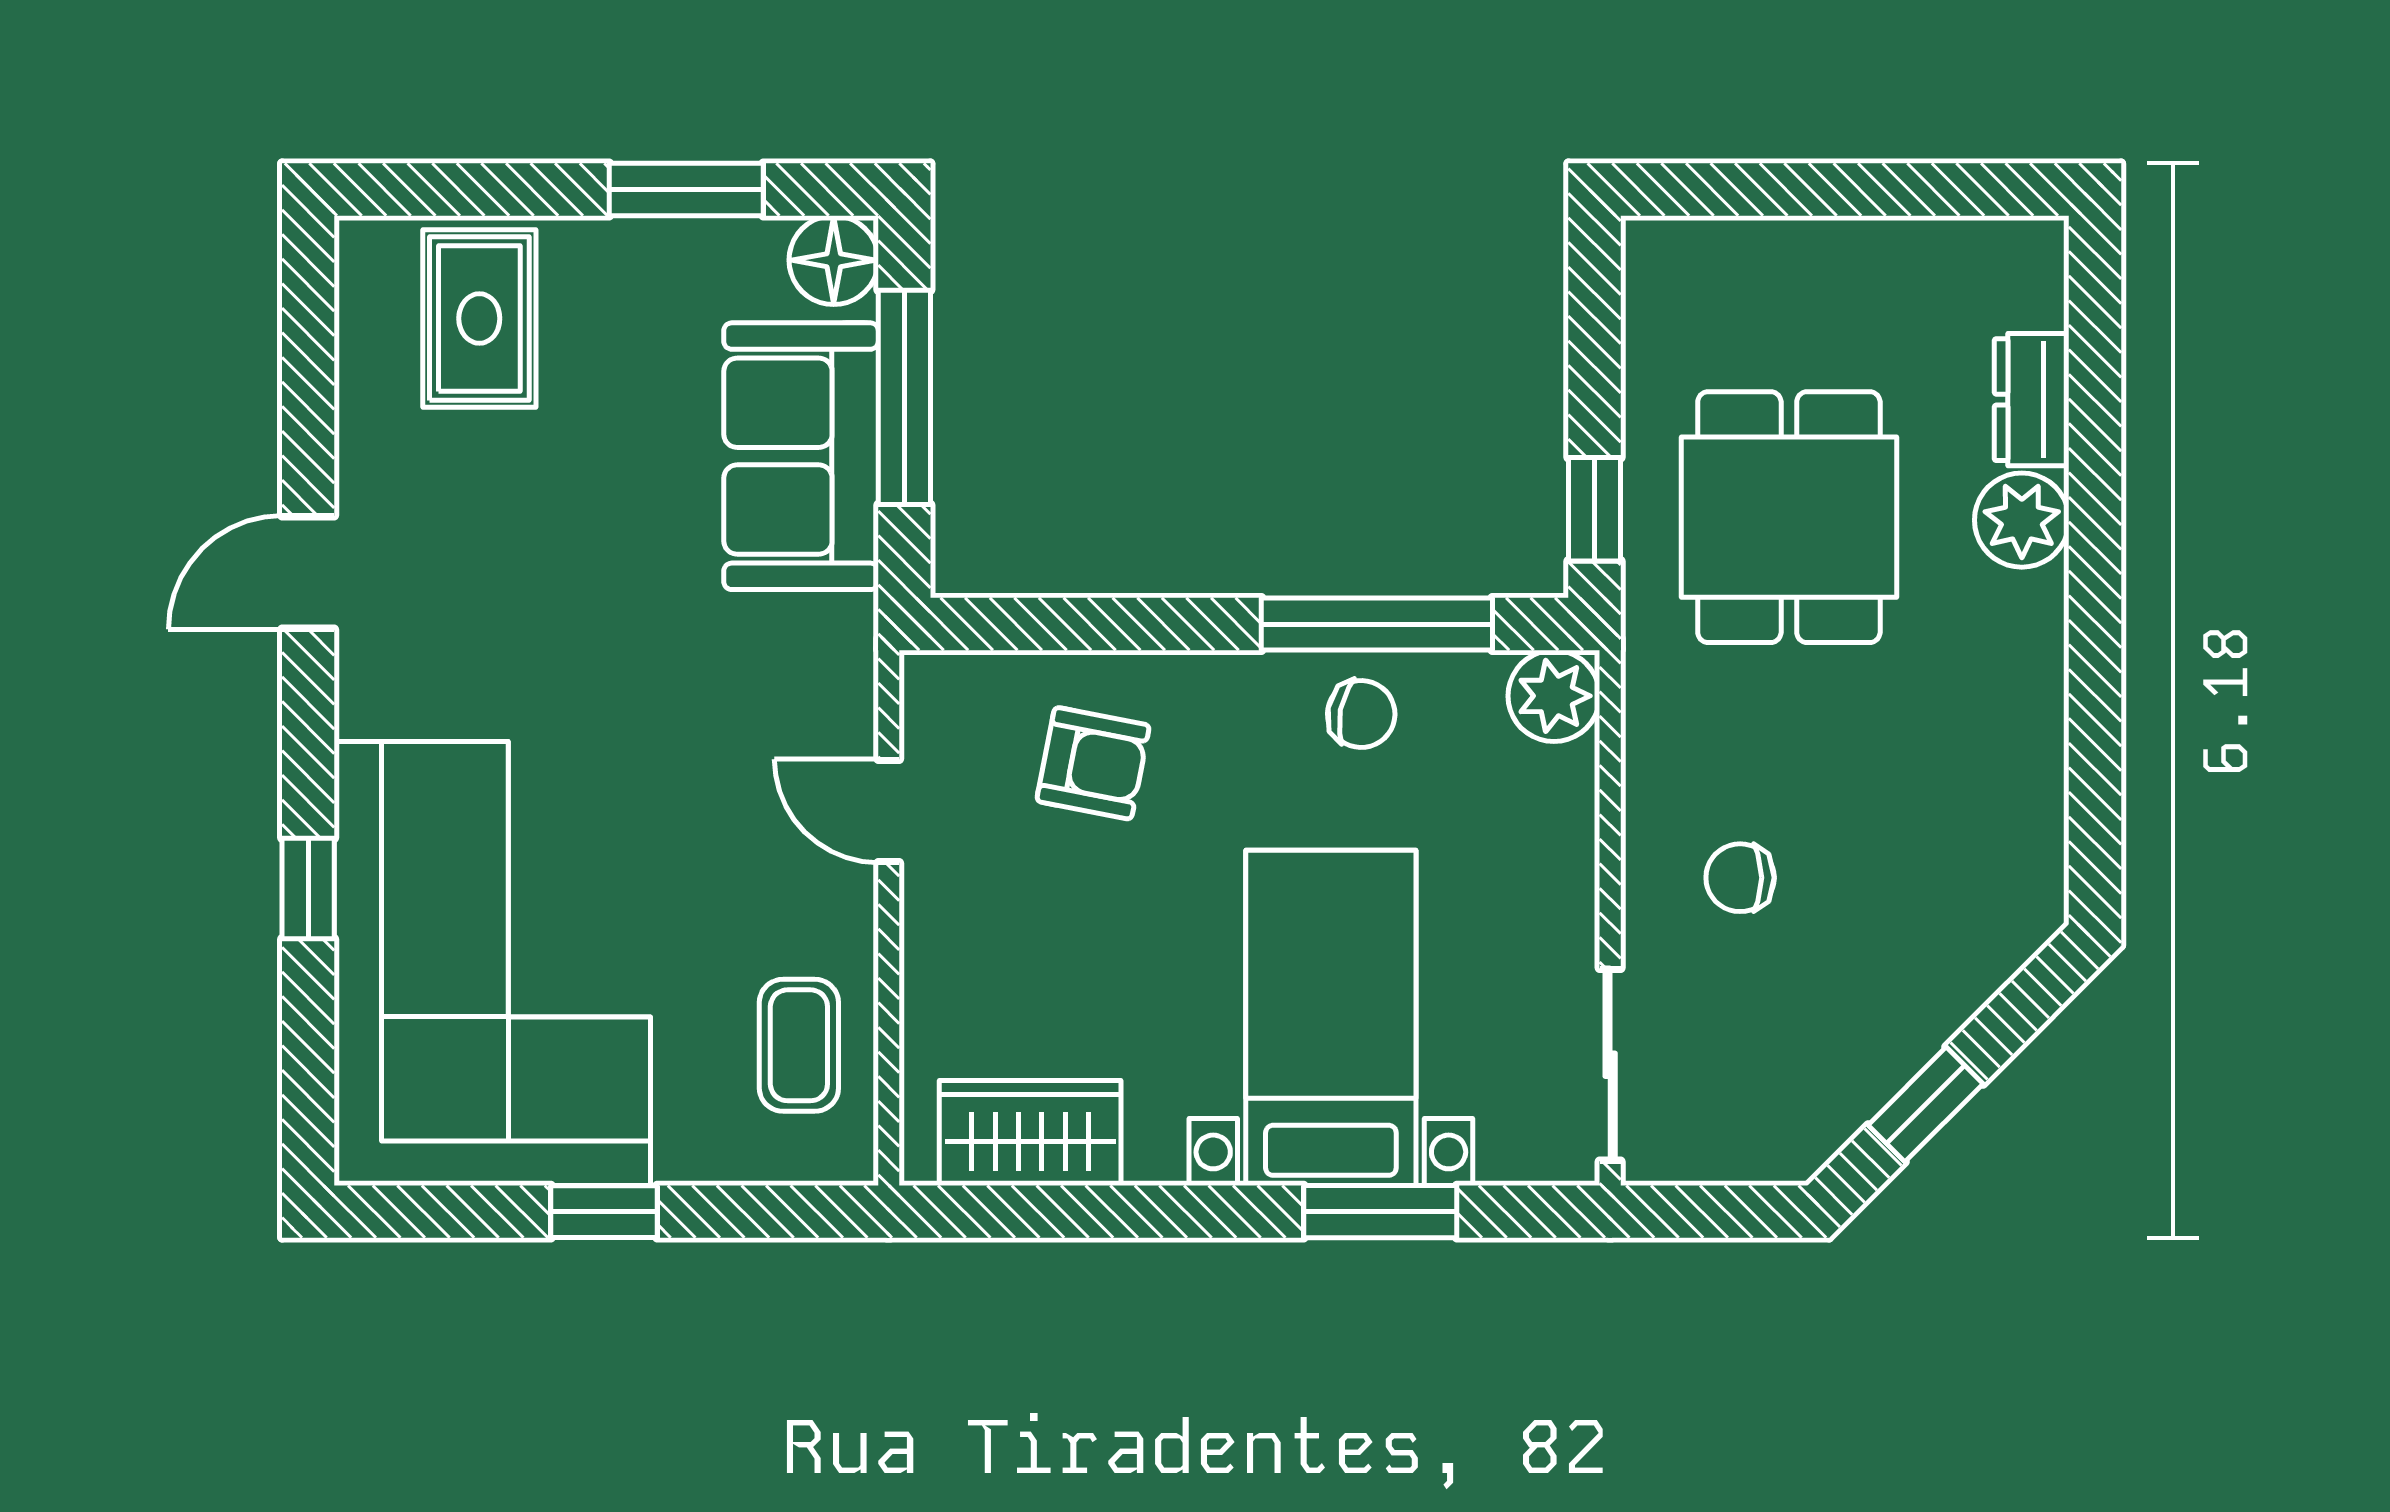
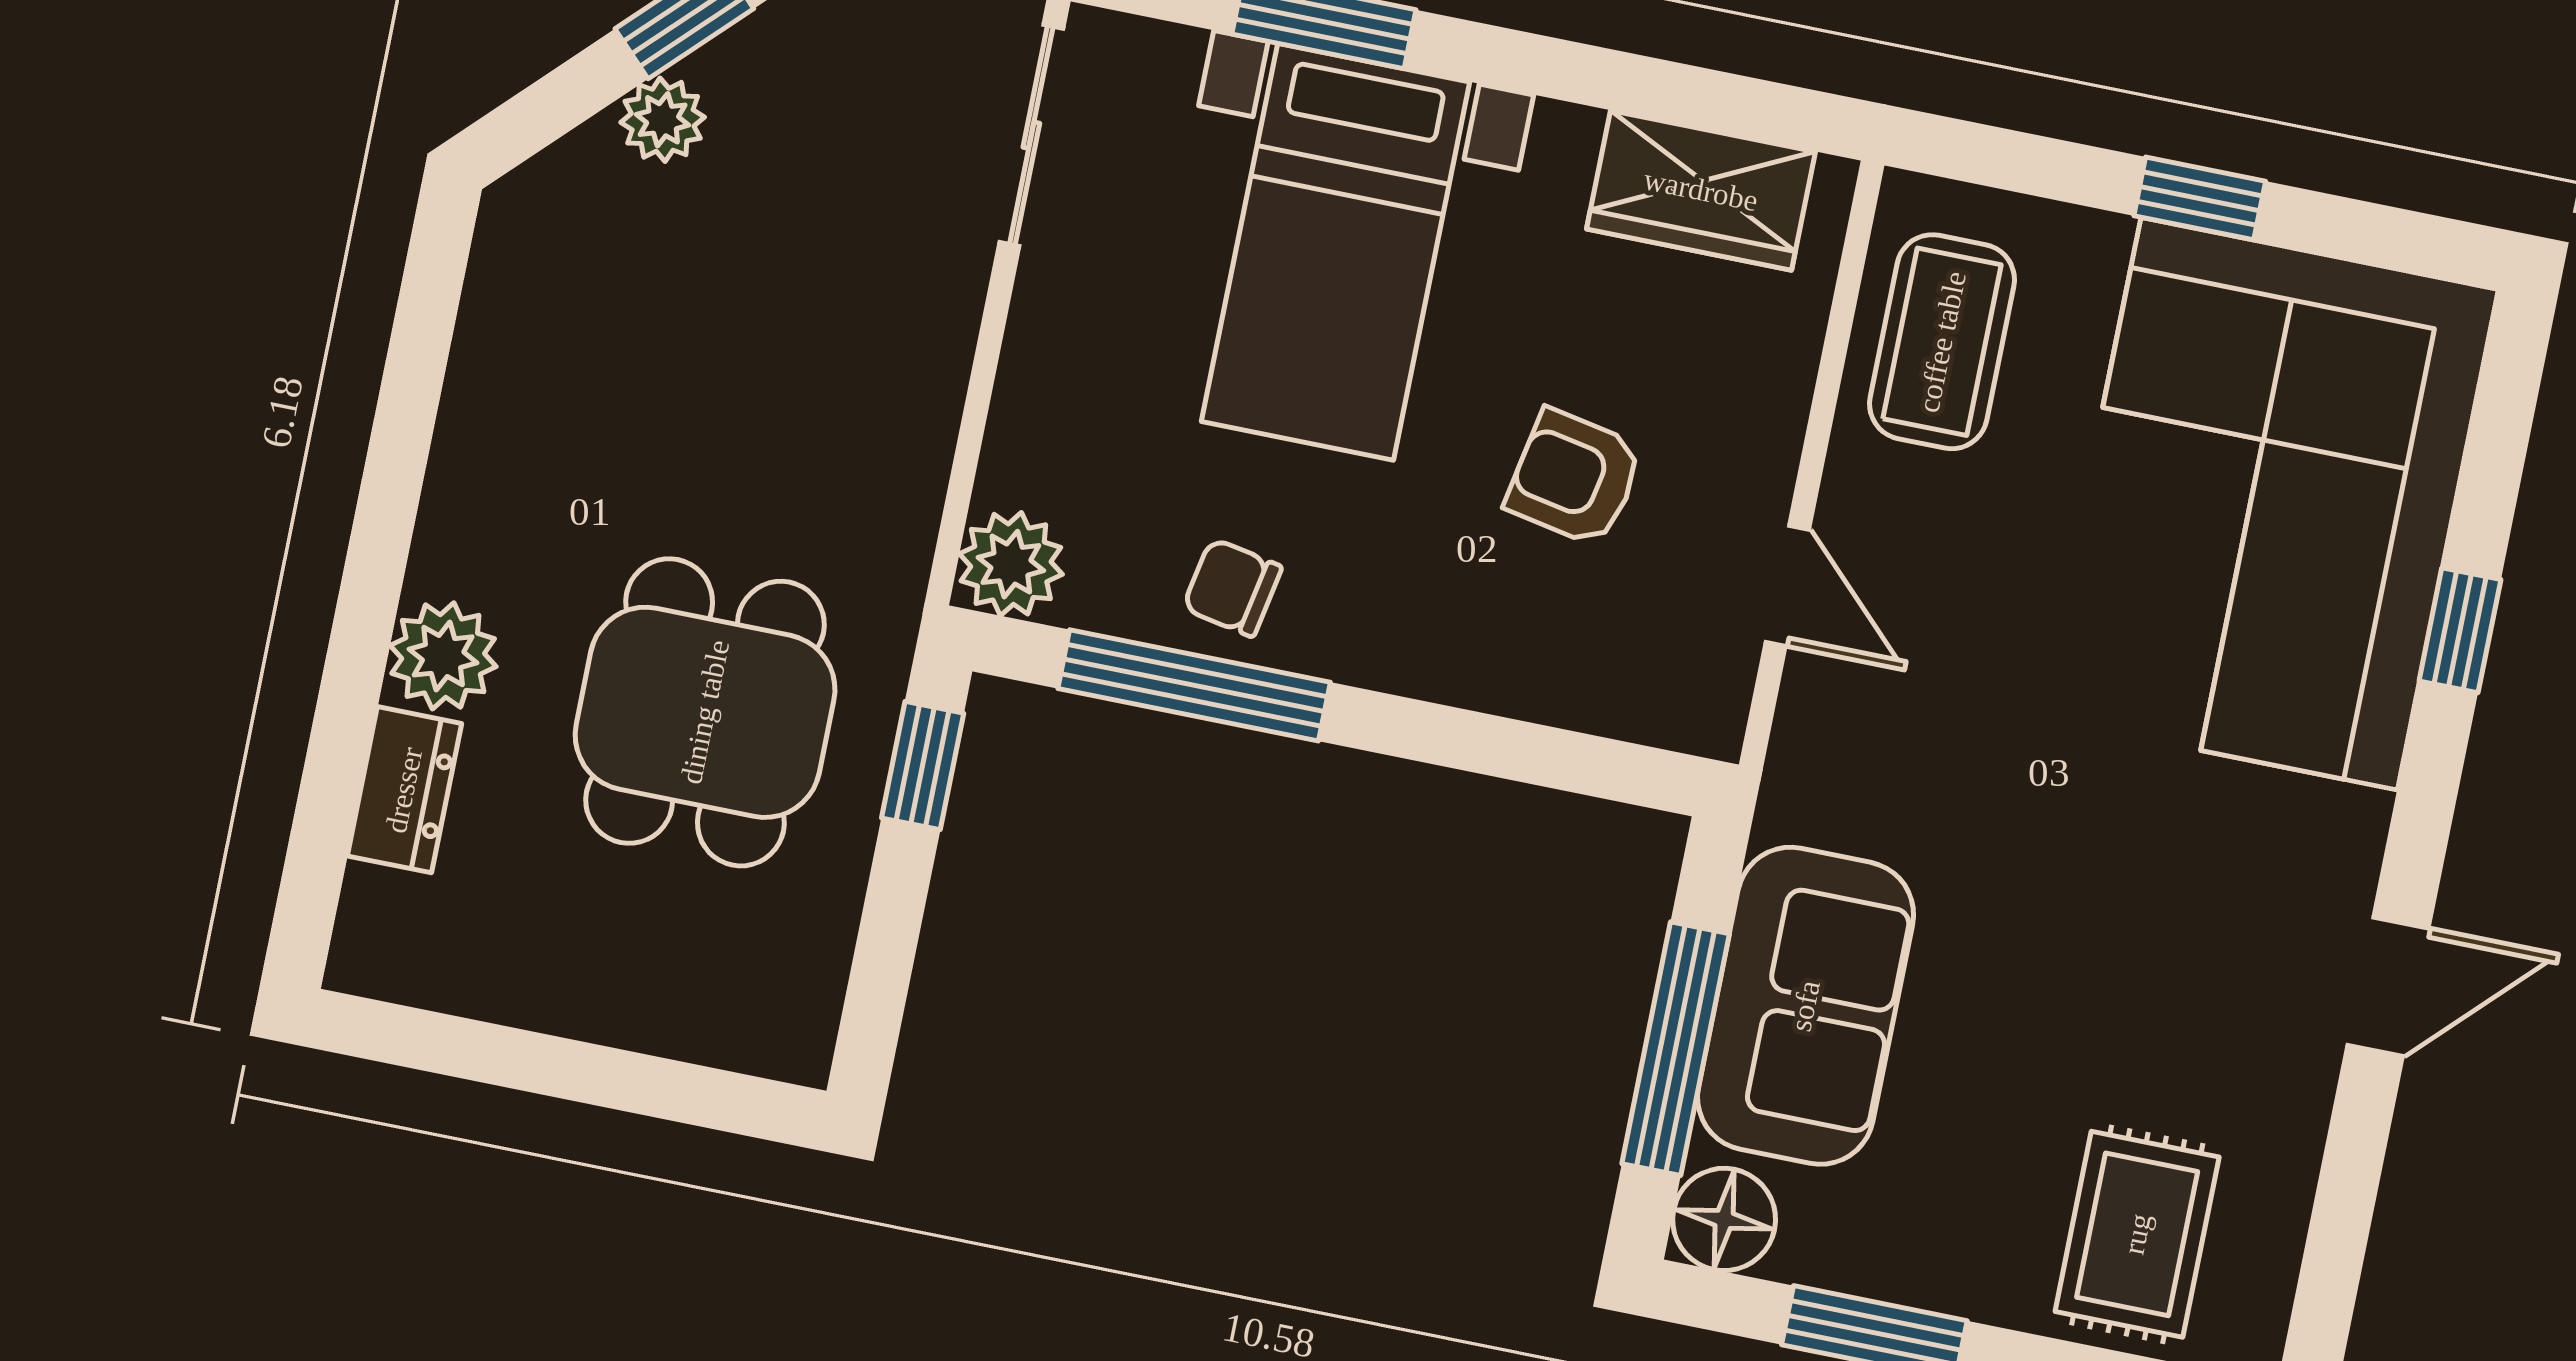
armchair: (1093, 763) -> (1575, 478), moved
chair: (1740, 878) -> (842, 317), removed
plant: (1927, 1015) -> (663, 120), added
coffee table: (799, 1045) -> (1942, 342), width x1.36, depth x1.30

